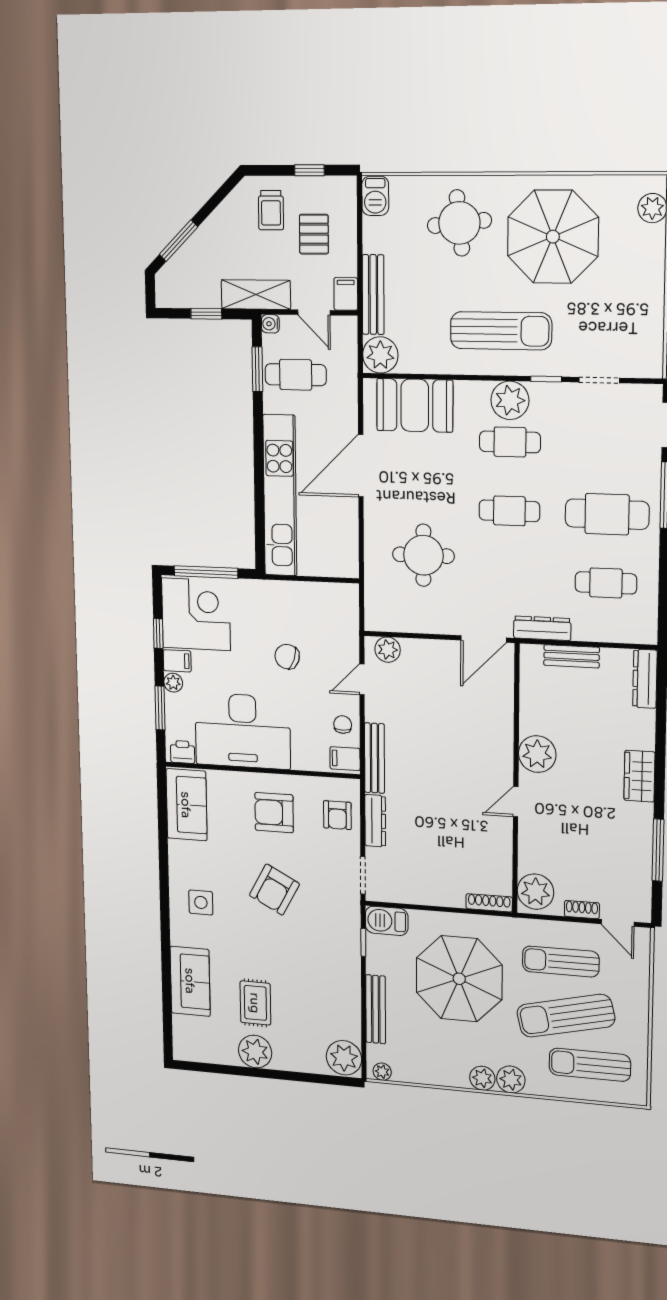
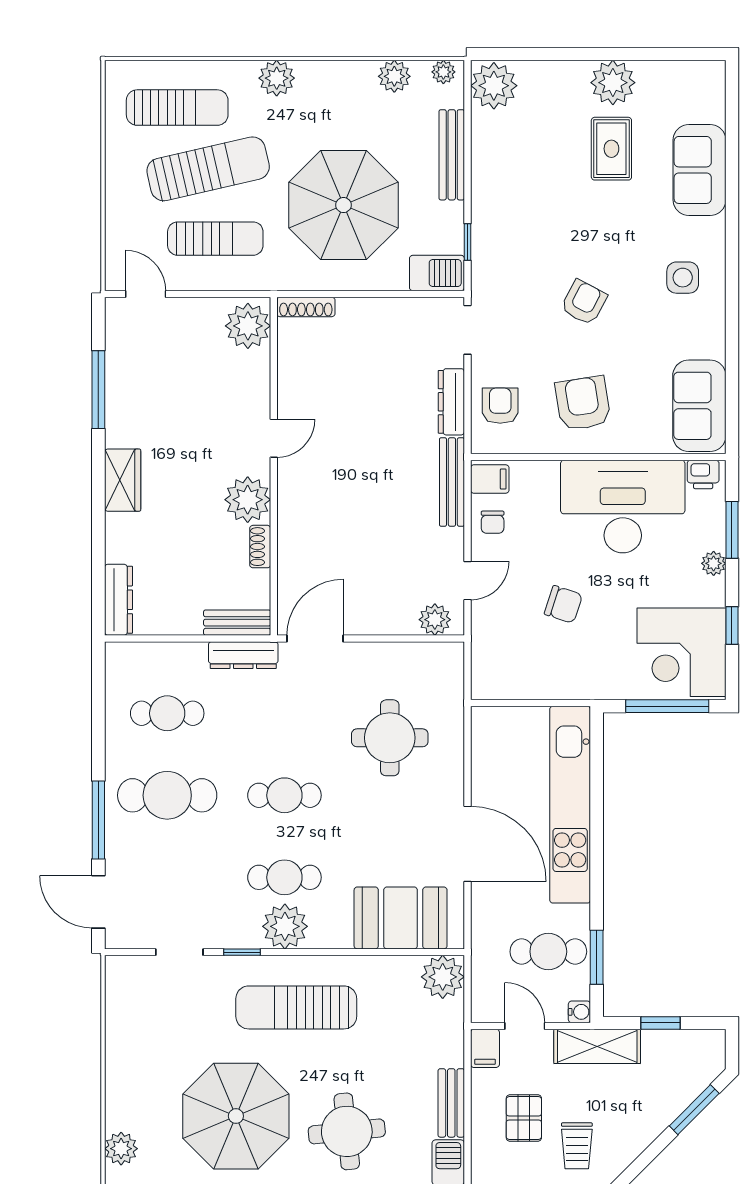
trolley: (271, 210) -> (577, 1146), turned 180
bench: (373, 295) -> (451, 1103), moved, width x0.73
door: (361, 466) -> (467, 844), hinge flipped
bench: (572, 656) -> (237, 623), moved
filing cabinet: (177, 661) -> (708, 592), removed
armchair: (274, 813) -> (583, 403), turned -99
armchair: (274, 890) -> (584, 302), width x0.72, depth x0.72
shoe rack: (582, 910) -> (260, 547), moved, turned 90
plant: (482, 1078) -> (394, 76), moved

